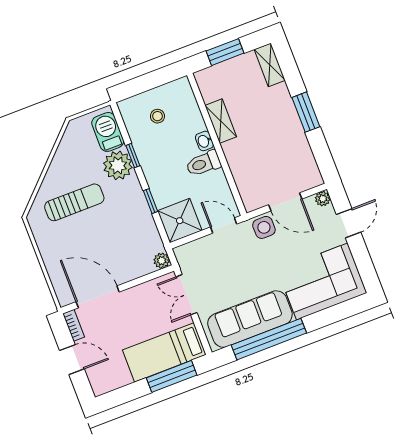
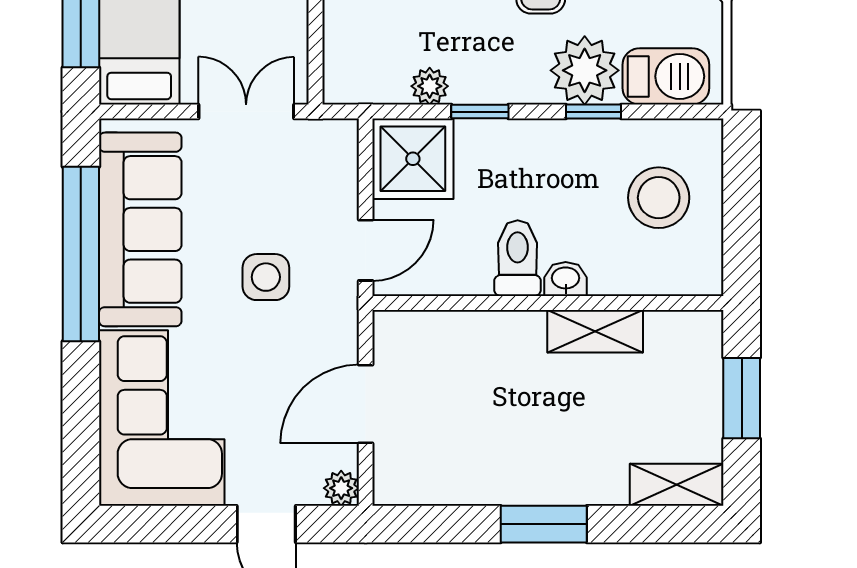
stool: (157, 116) -> (659, 198), width x1.89, depth x1.89
side table: (264, 227) -> (266, 277), moved
plant: (162, 261) -> (430, 86), moved

